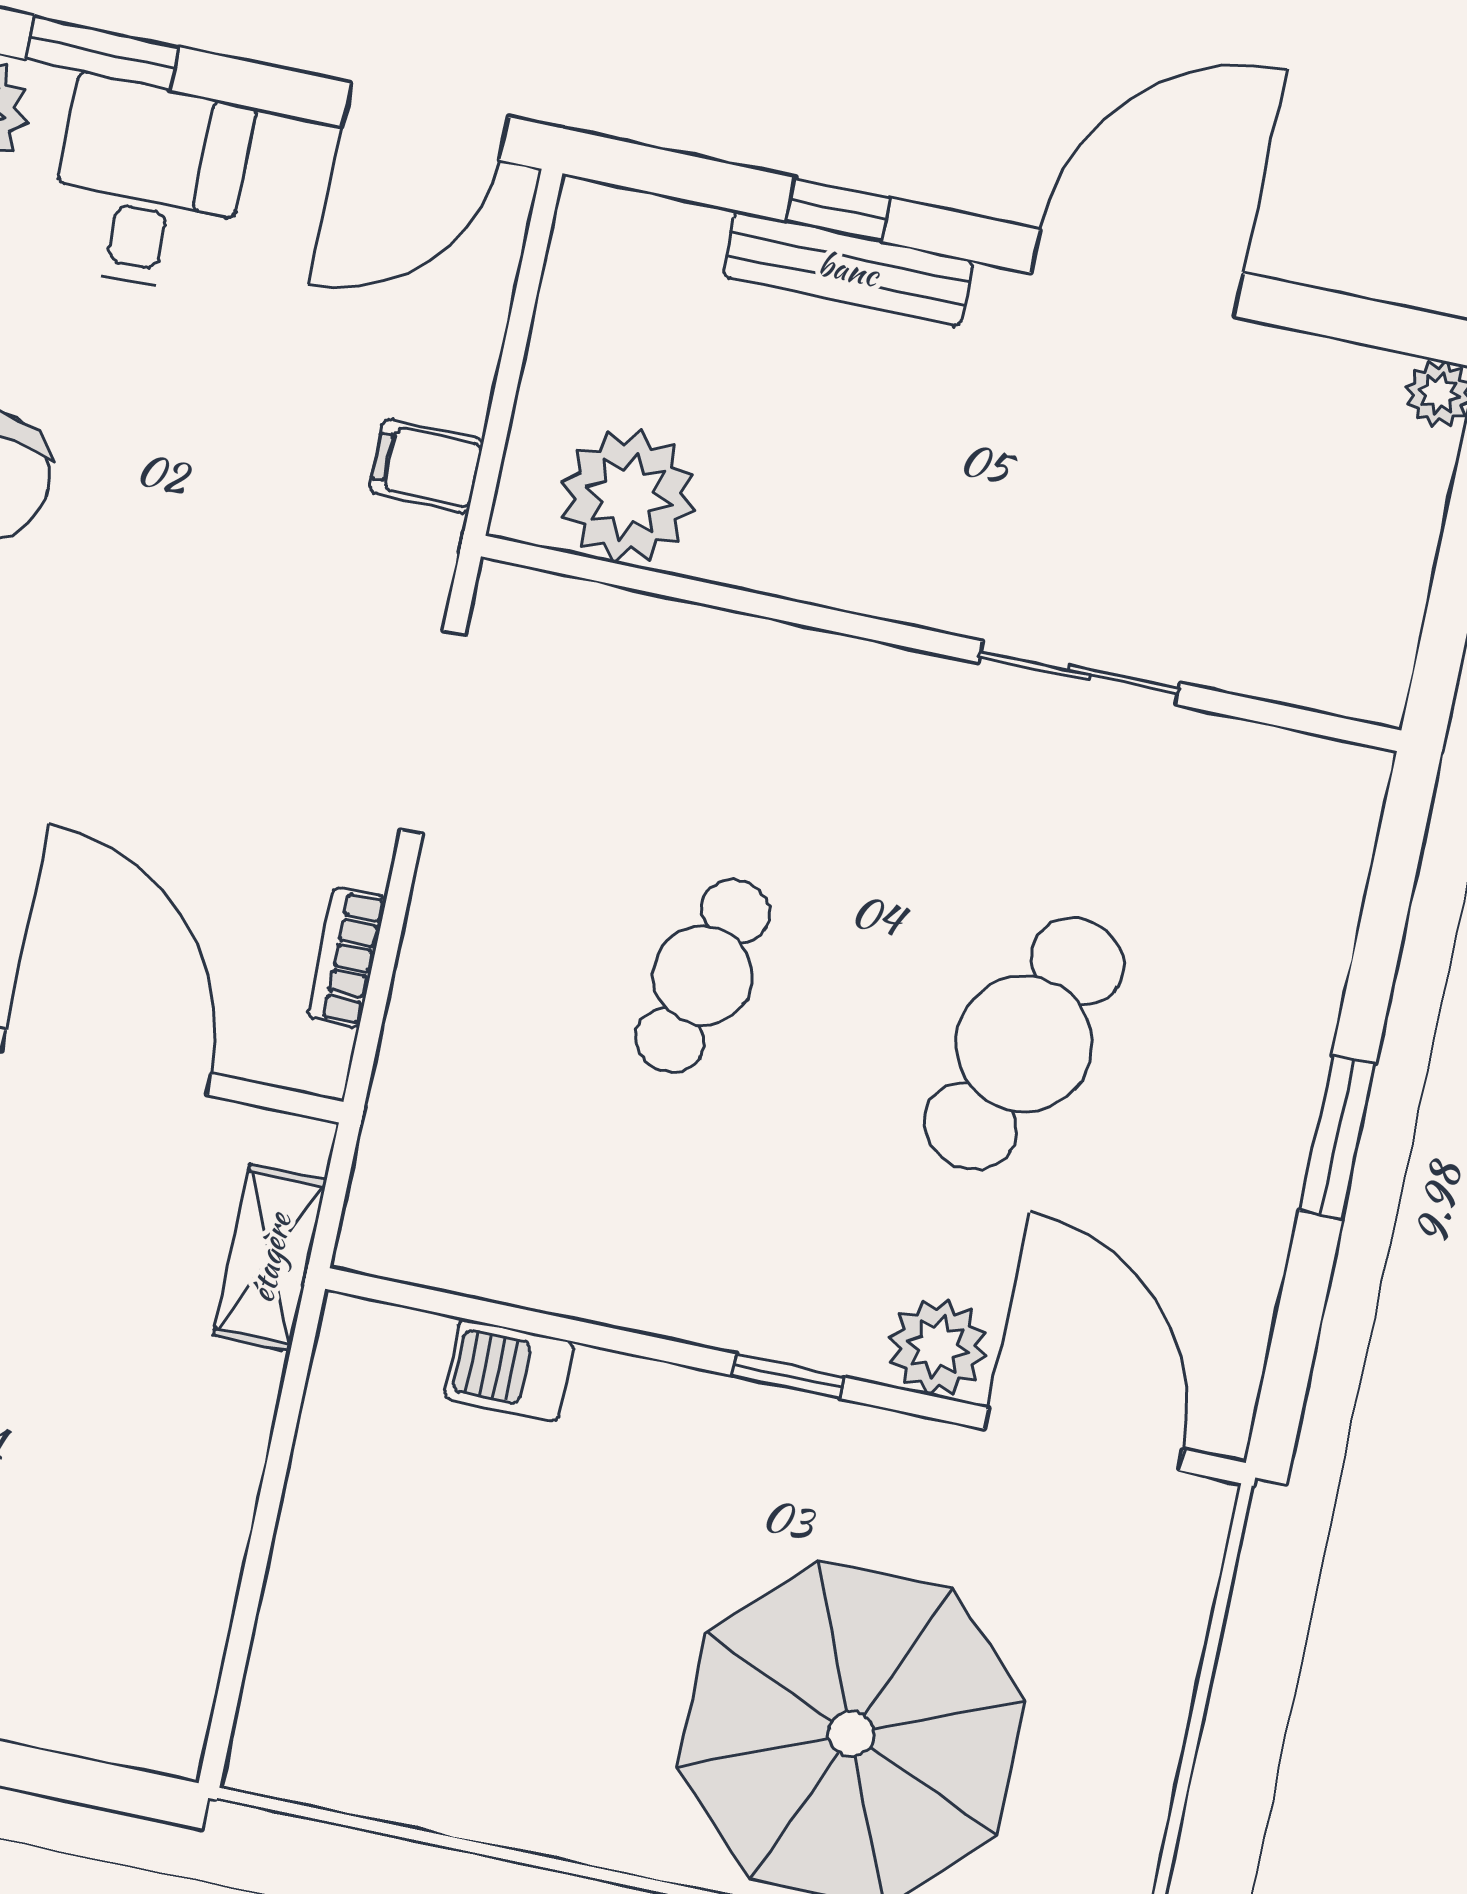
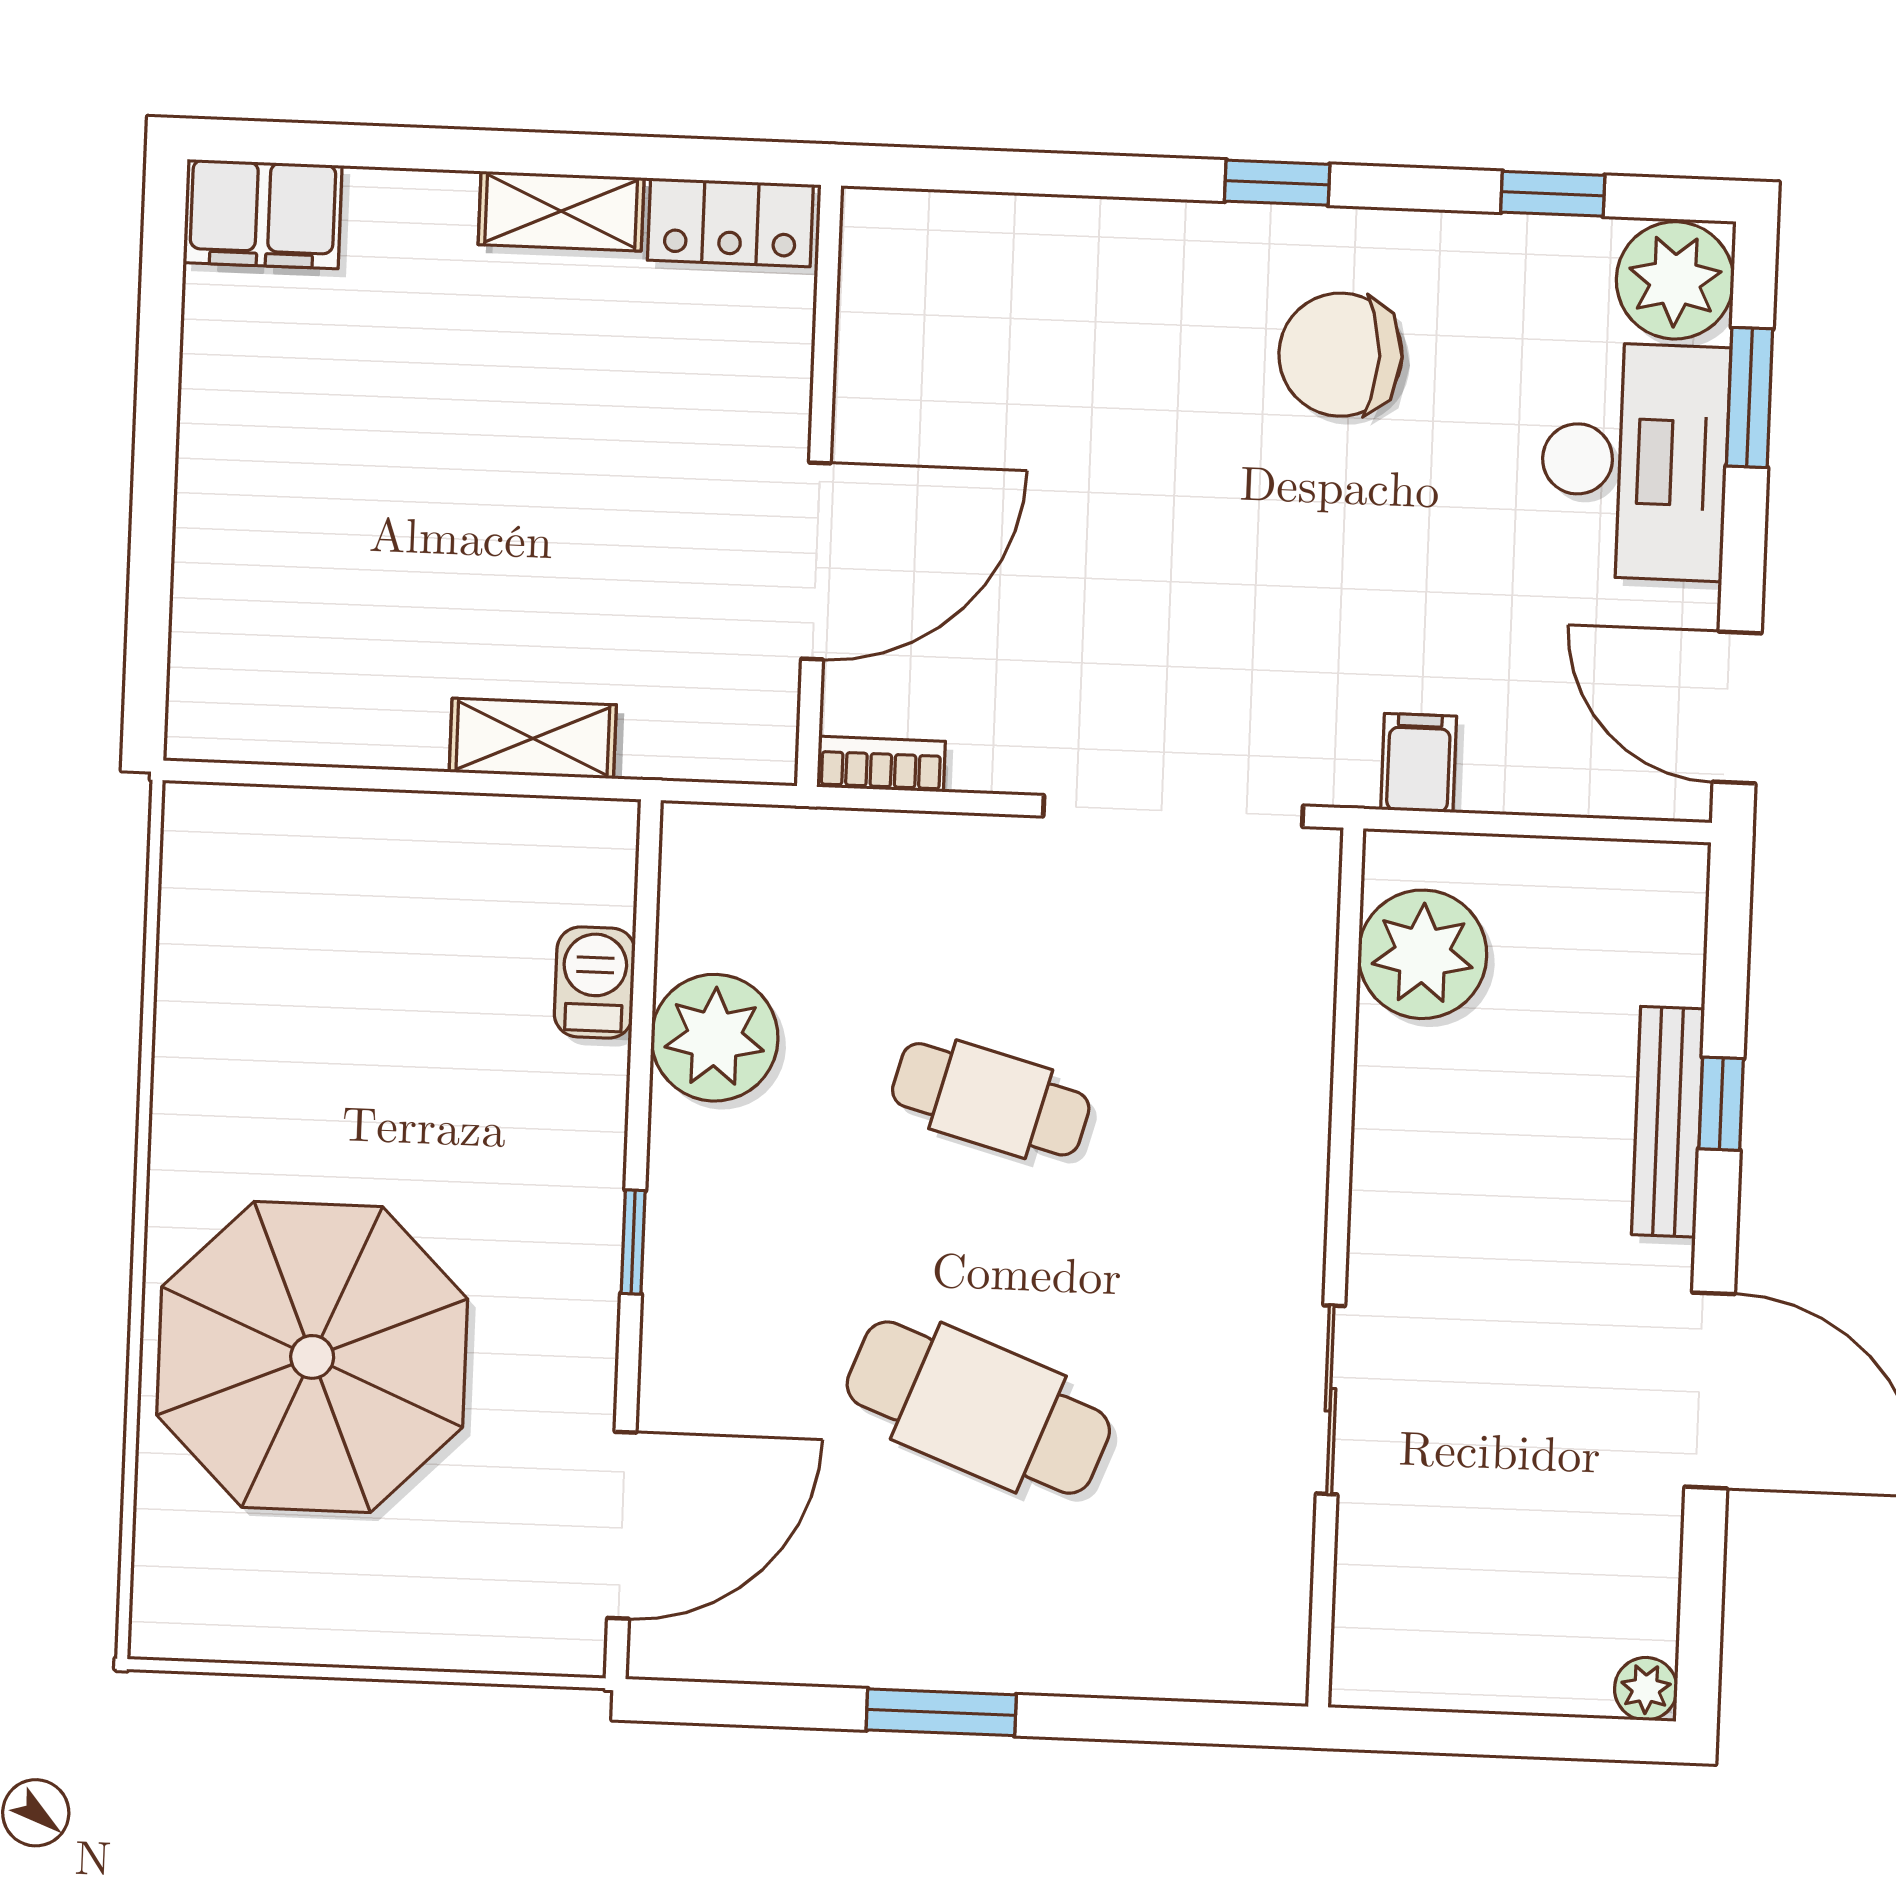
desk: (148, 185) -> (1634, 461), width x1.37
doorway: (433, 732) -> (1173, 811), width x1.36
bookcase: (347, 957) -> (881, 764), moved
shelving: (270, 1258) -> (533, 738), moved
plant: (938, 1347) -> (715, 1038), moved, width x1.36, depth x1.36

